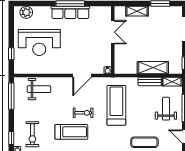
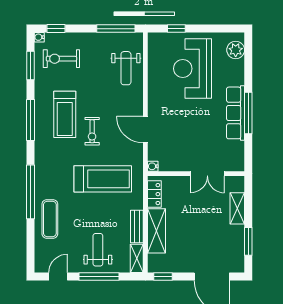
locker: (127, 69) -> (154, 194), added
weight bench: (166, 109) -> (98, 250), turned -90

